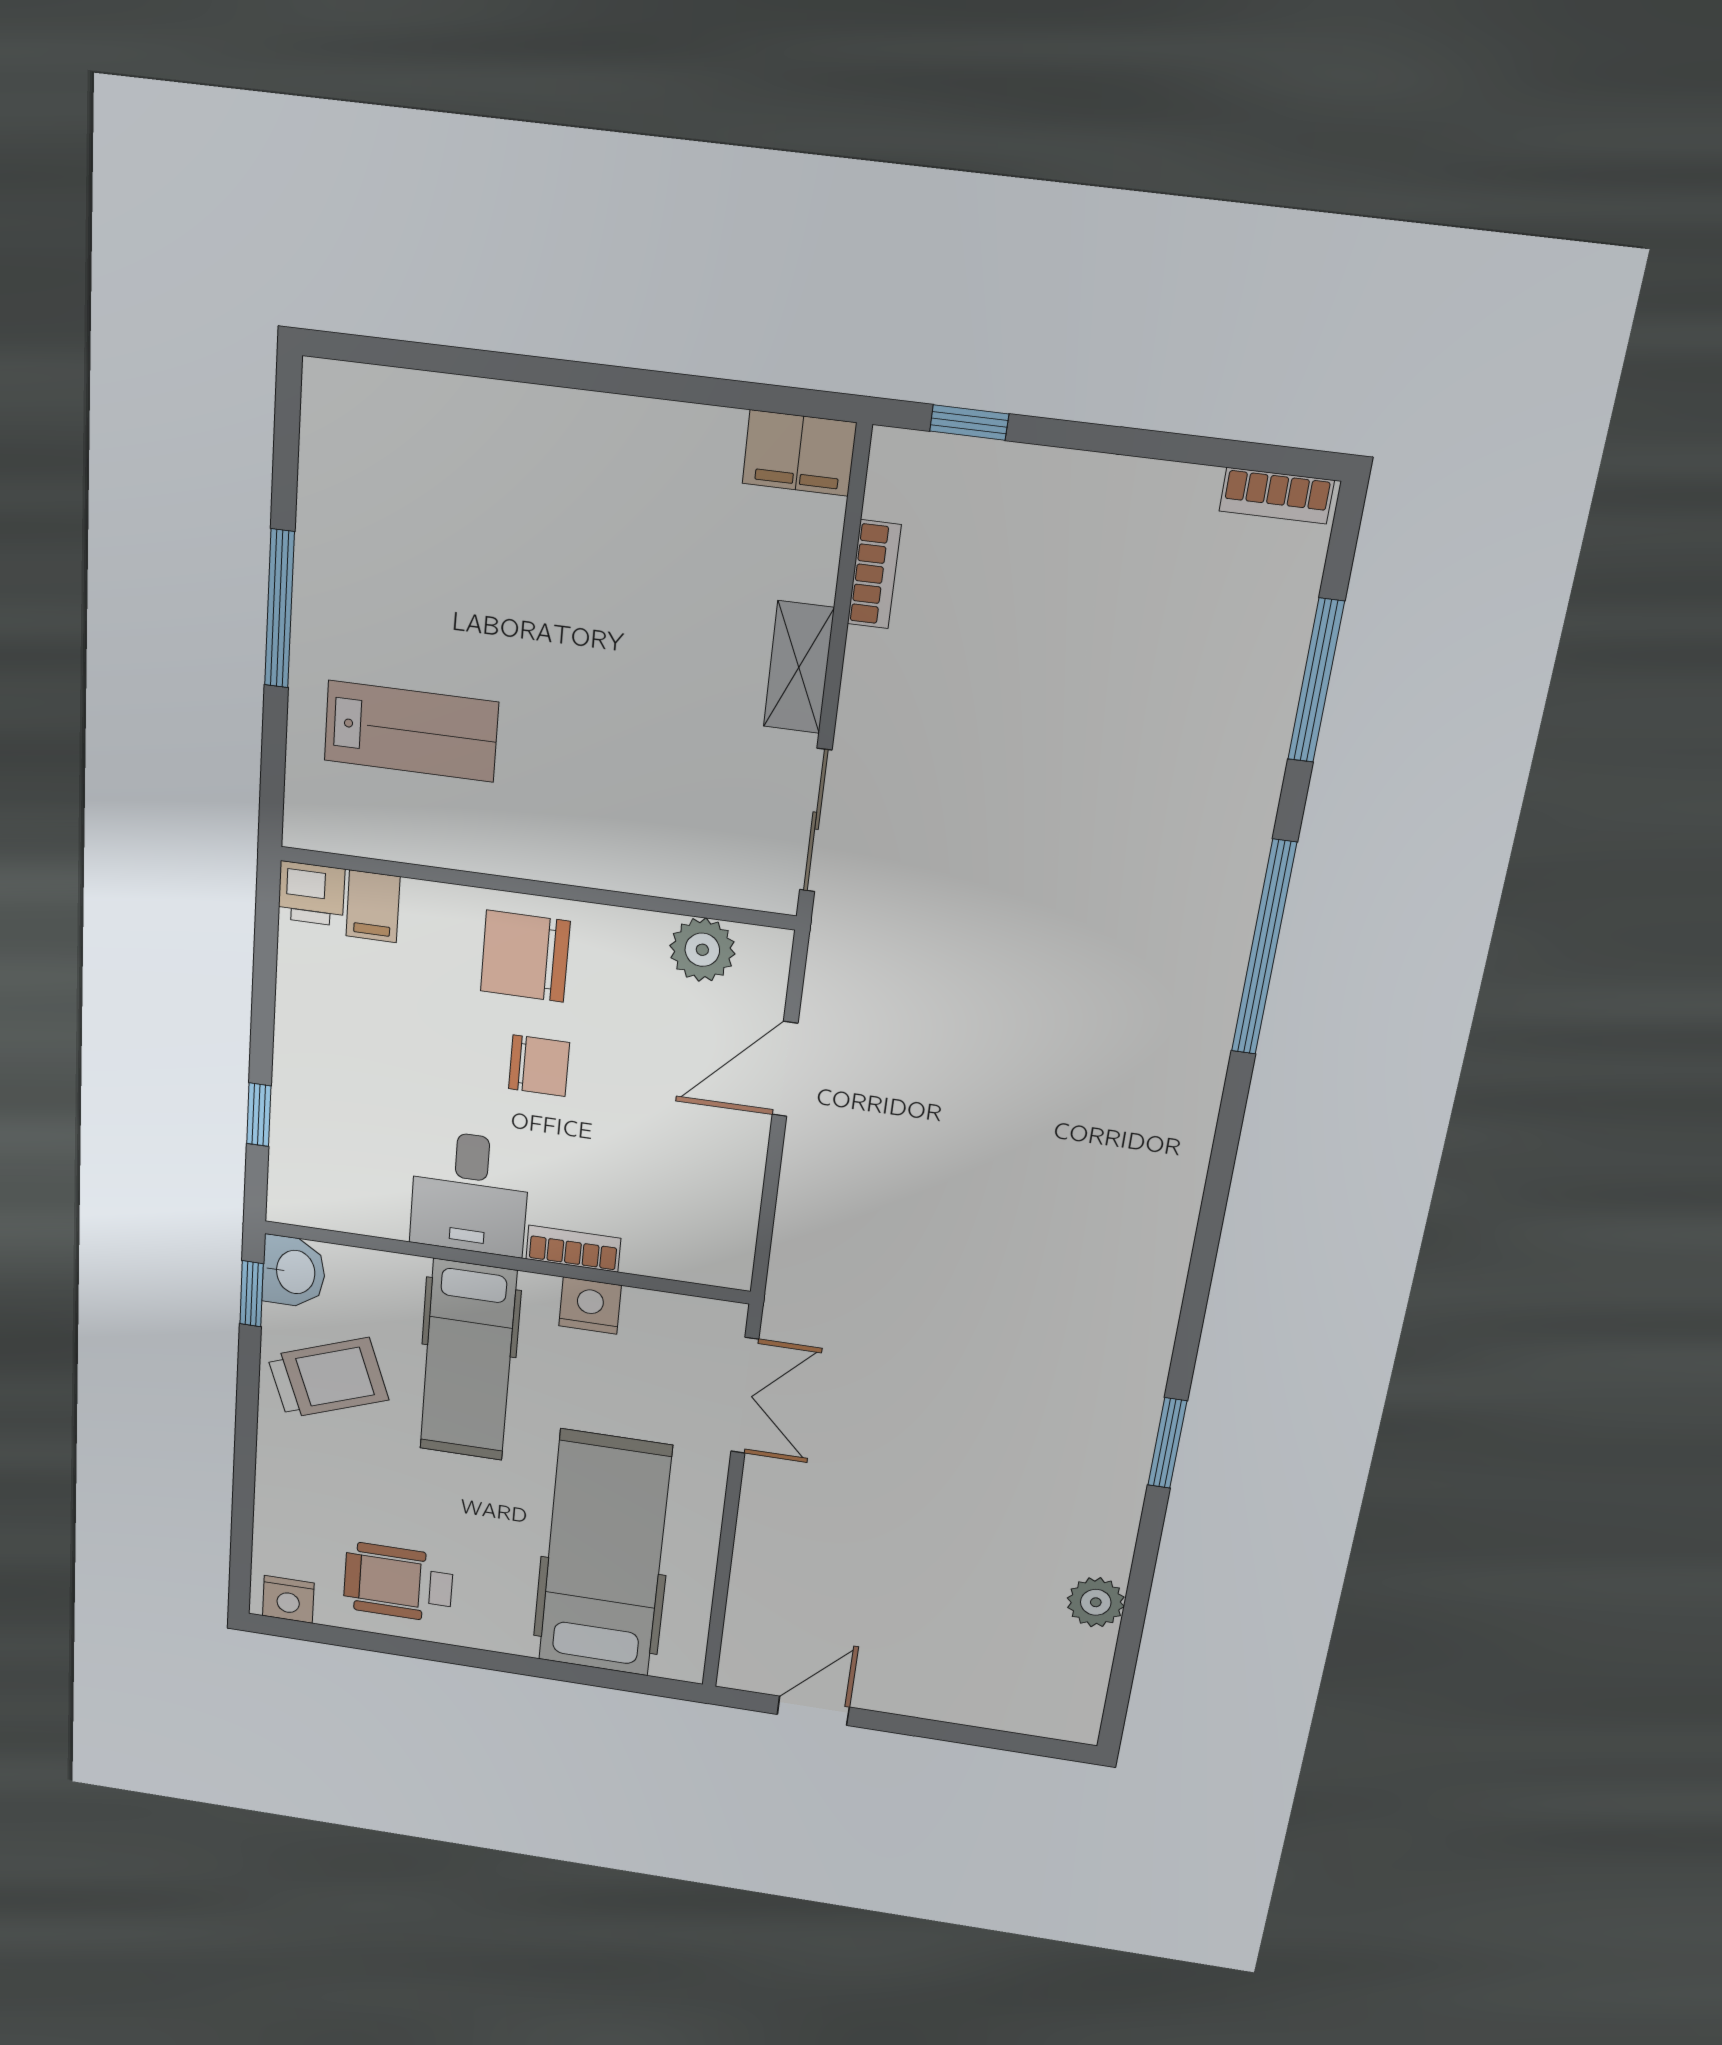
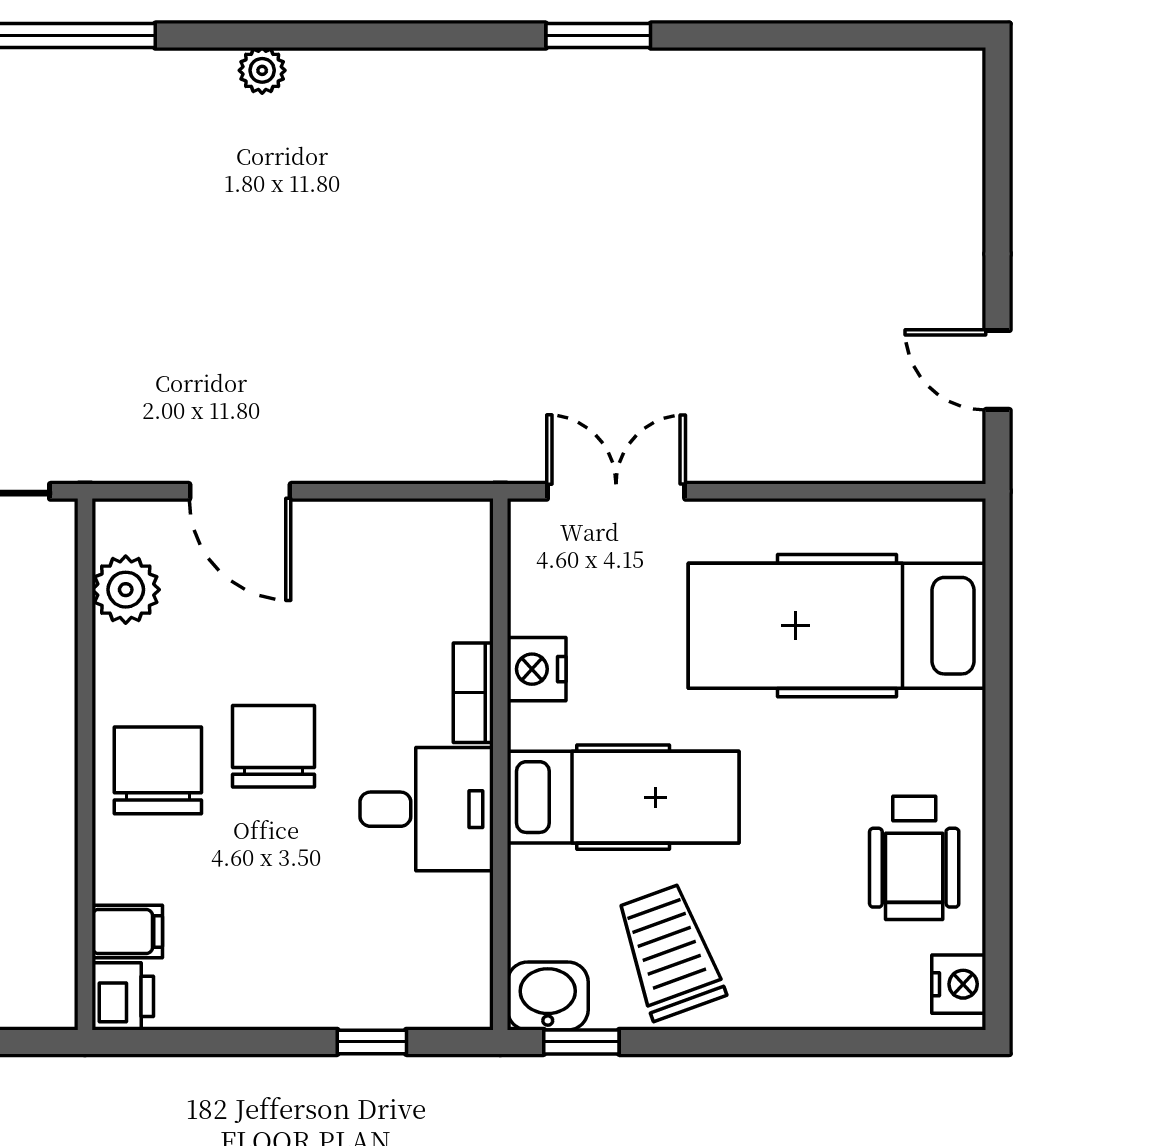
chair: (525, 956) -> (158, 770), turned 180
chair: (539, 1066) -> (273, 746), width x1.37, depth x1.37
plant: (1096, 1602) -> (262, 70), moved, width x0.73, depth x0.73

